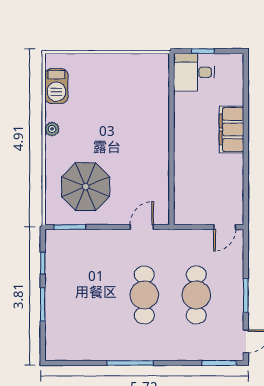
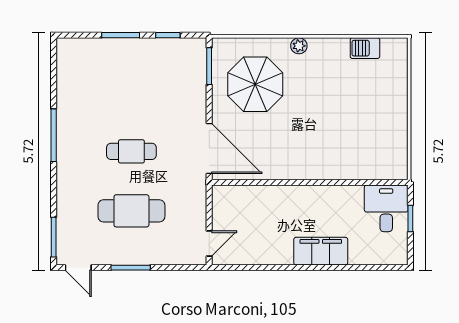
barbecue: (56, 86) -> (365, 48), width x0.73, depth x0.79
plant: (52, 129) -> (299, 46), moved
door: (142, 227) -> (209, 149), width x1.87
door: (225, 227) -> (209, 243), swing flipped
cafe table: (144, 295) -> (131, 151), width x0.73, depth x0.74

